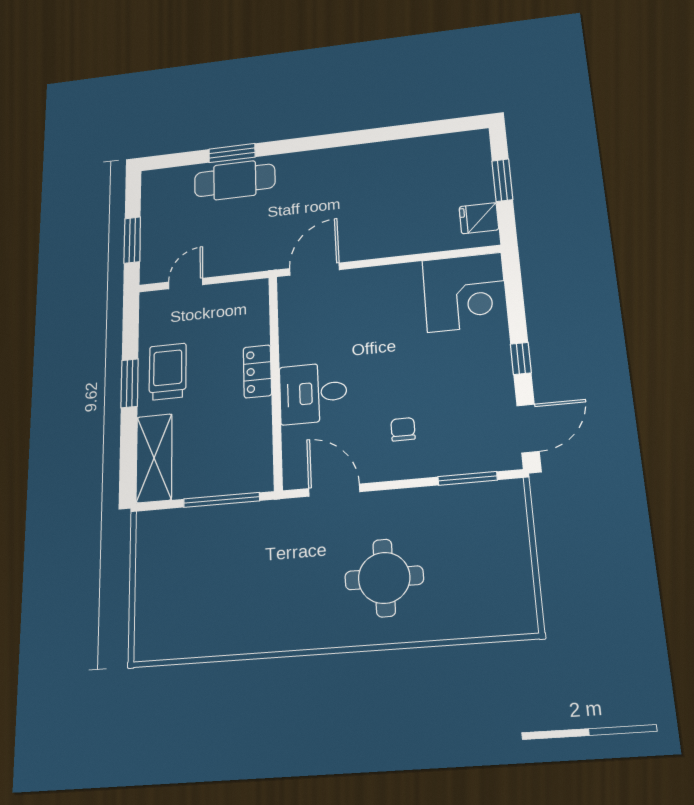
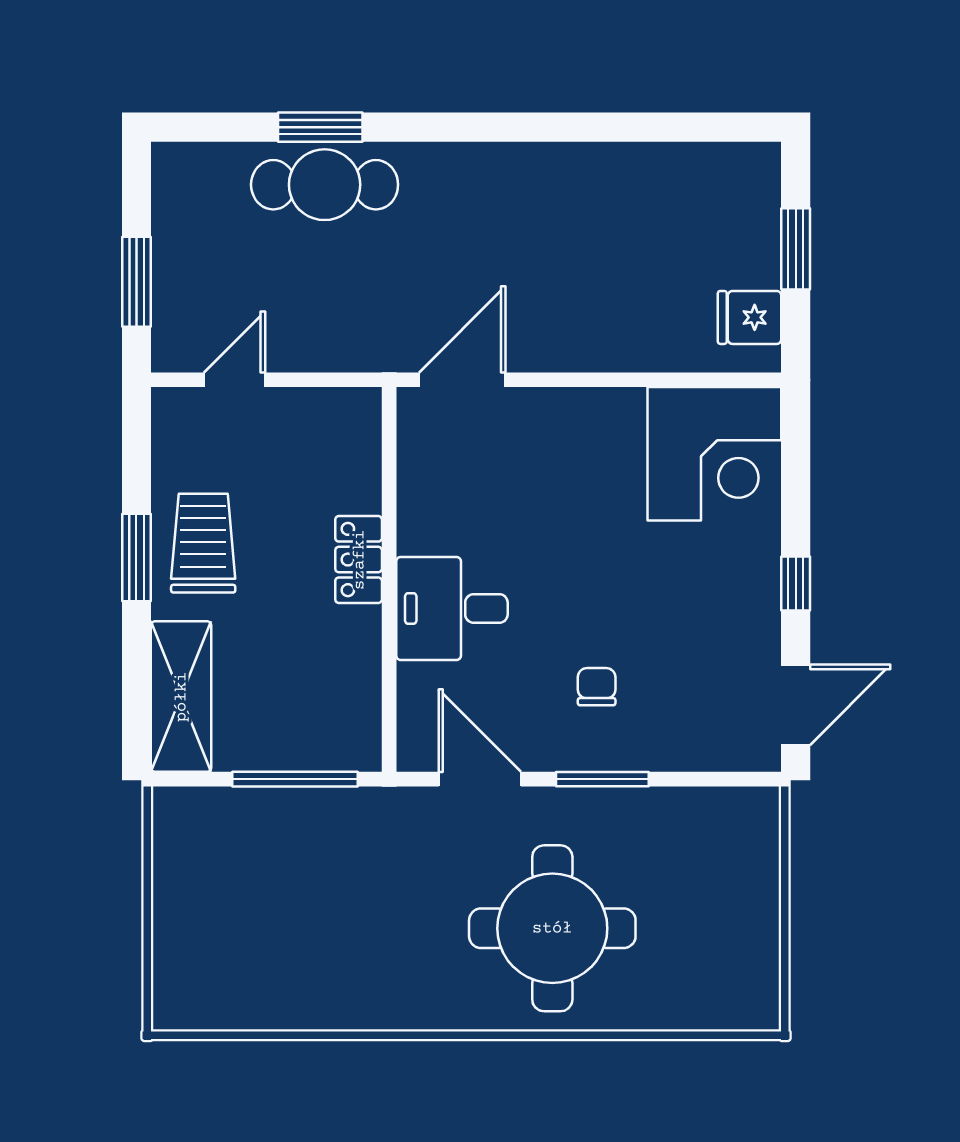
window: (468, 478) -> (602, 779), moved
round table: (384, 578) -> (552, 928), width x1.36, depth x1.36

